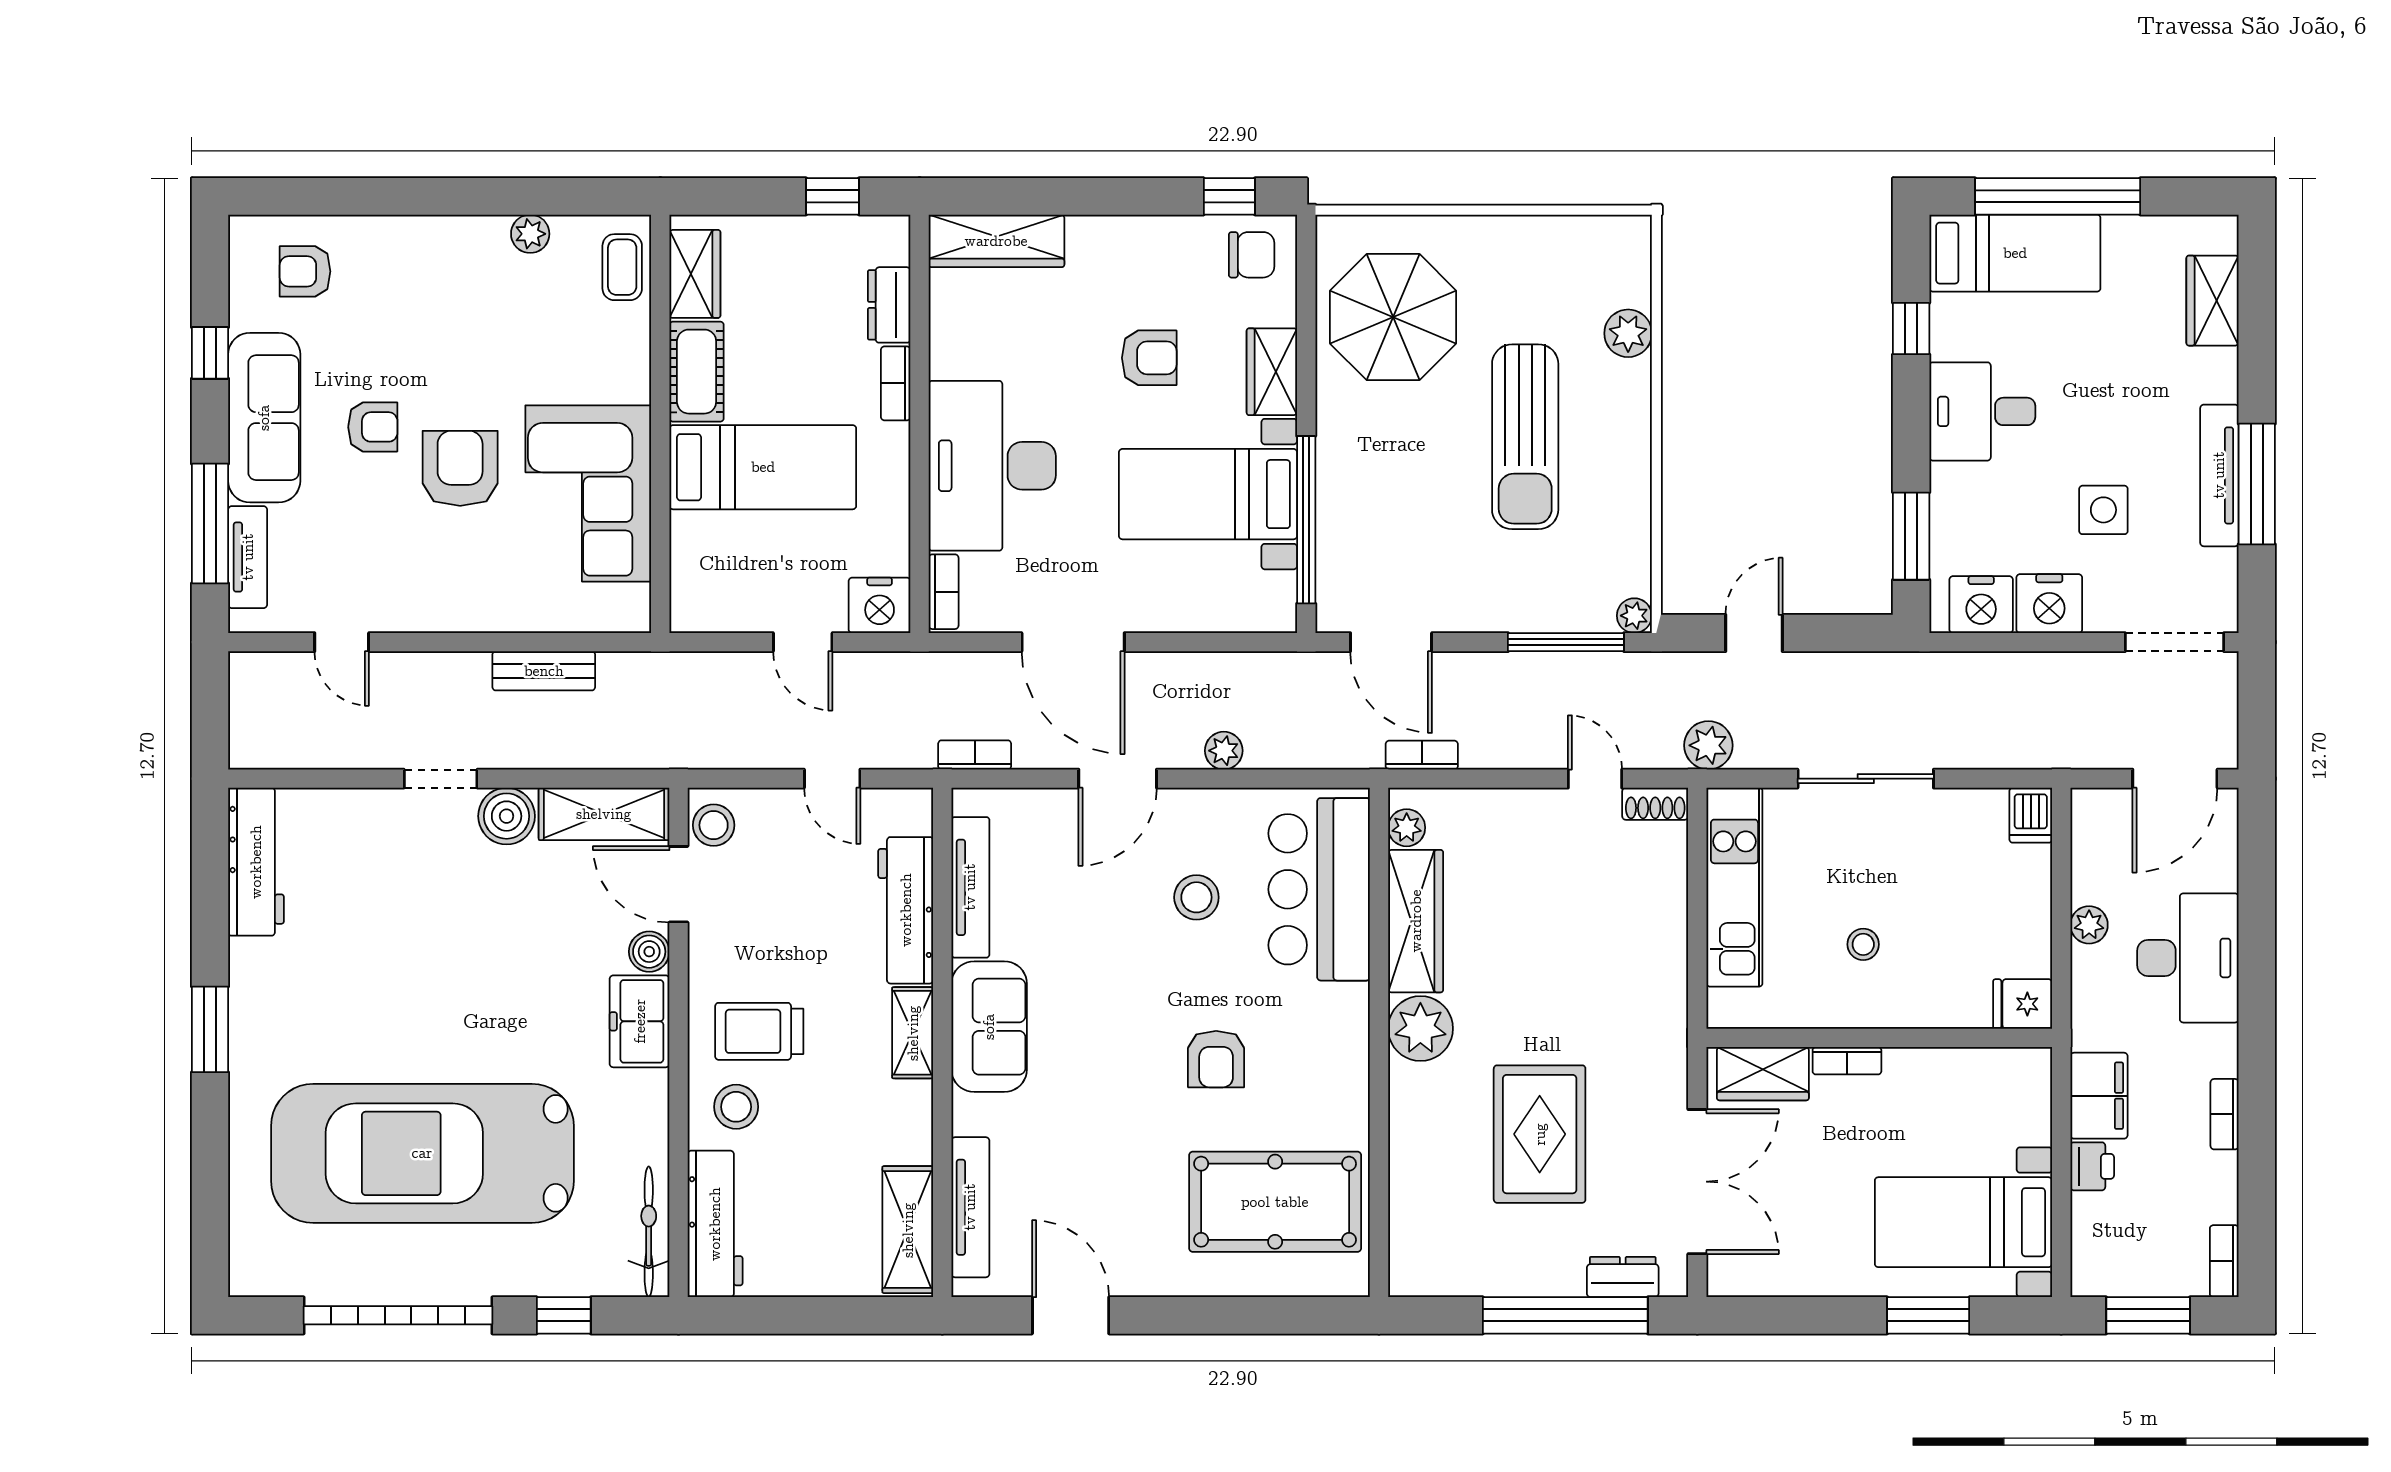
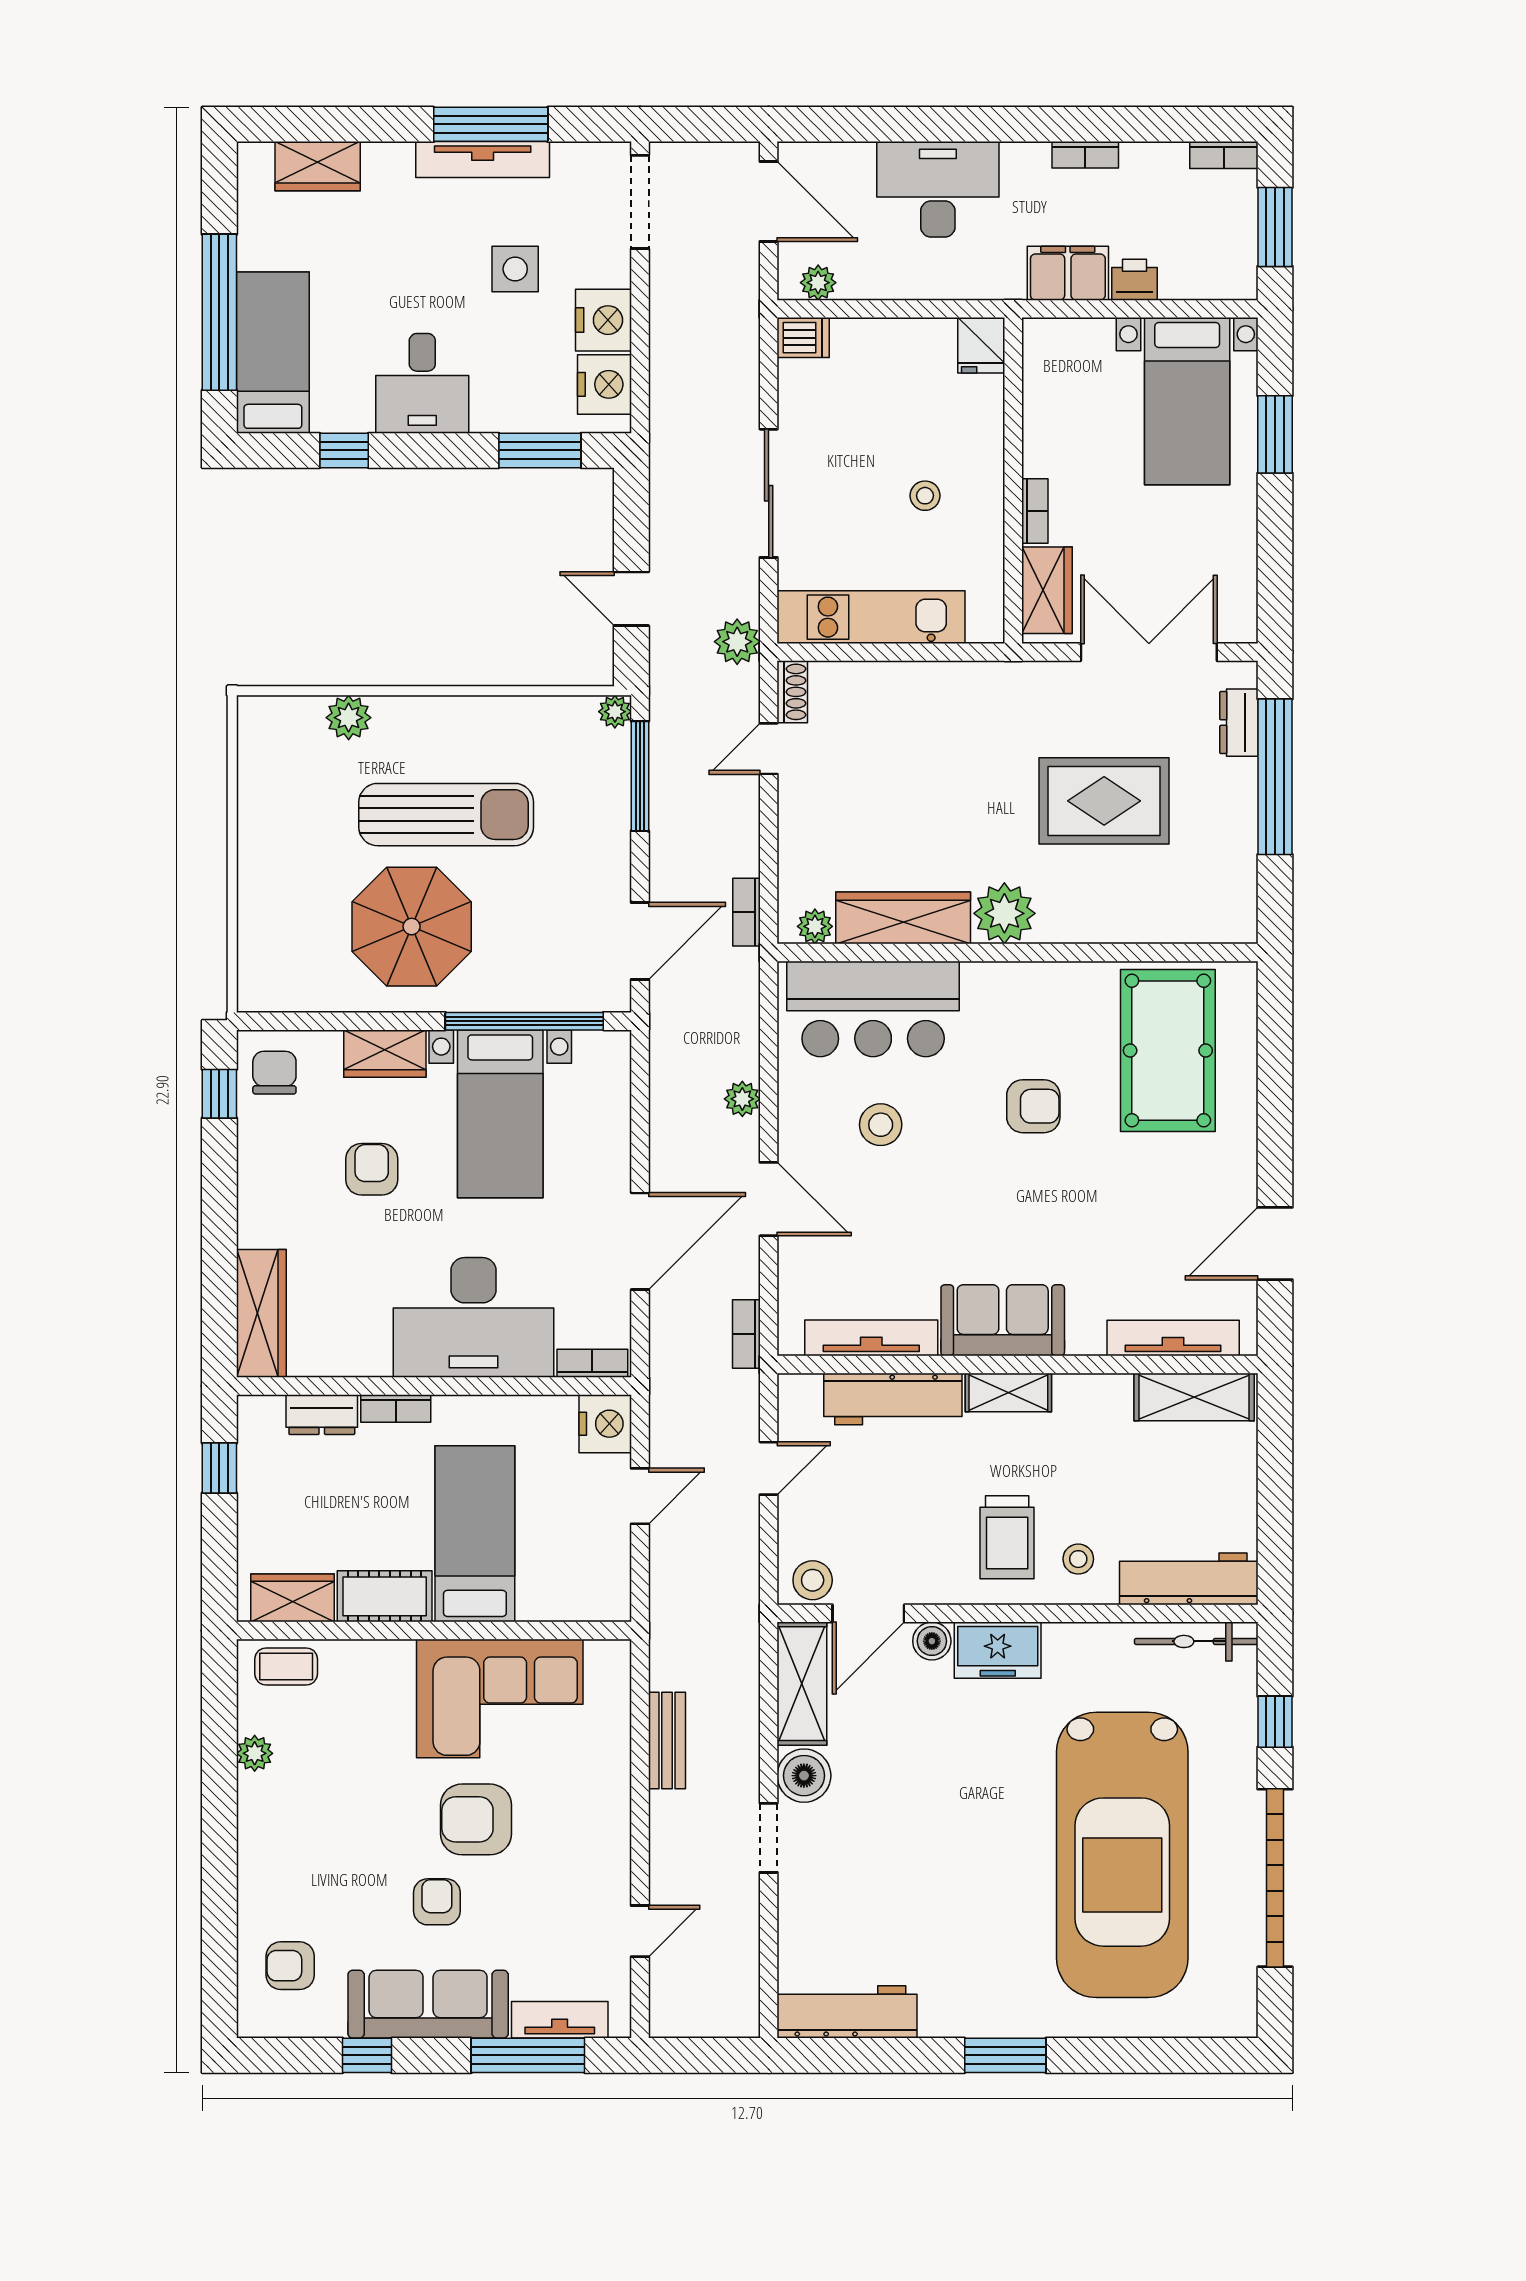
armchair: (305, 271) -> (290, 1966), turned 90
parasol: (1393, 317) -> (412, 927), moved
plant: (2089, 925) -> (818, 283), moved
stool: (736, 1107) -> (1078, 1559), width x0.73, depth x0.73

